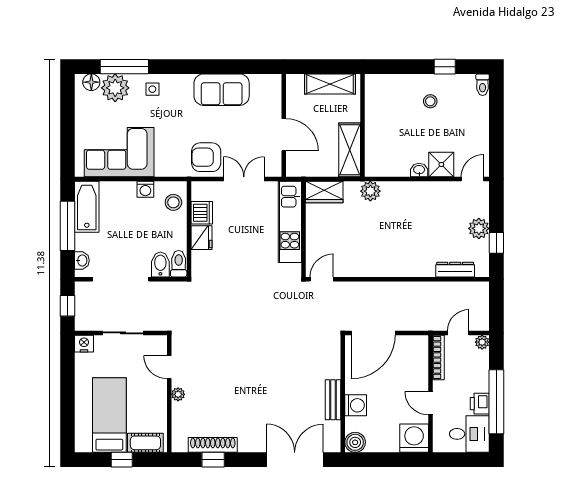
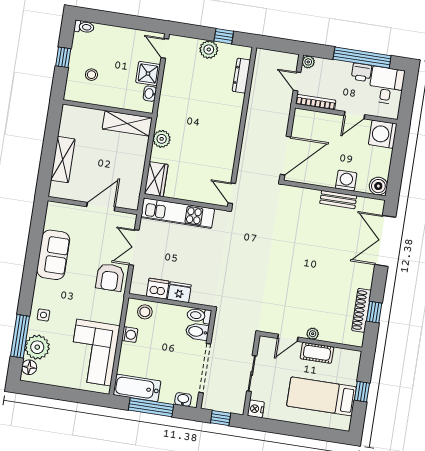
wall: (363, 125) -> (108, 109), moved
shelving: (350, 150) -> (127, 123), moved
door: (373, 333) -> (285, 156), hinge flipped
cot: (145, 443) -> (317, 353), moved, turned 90

